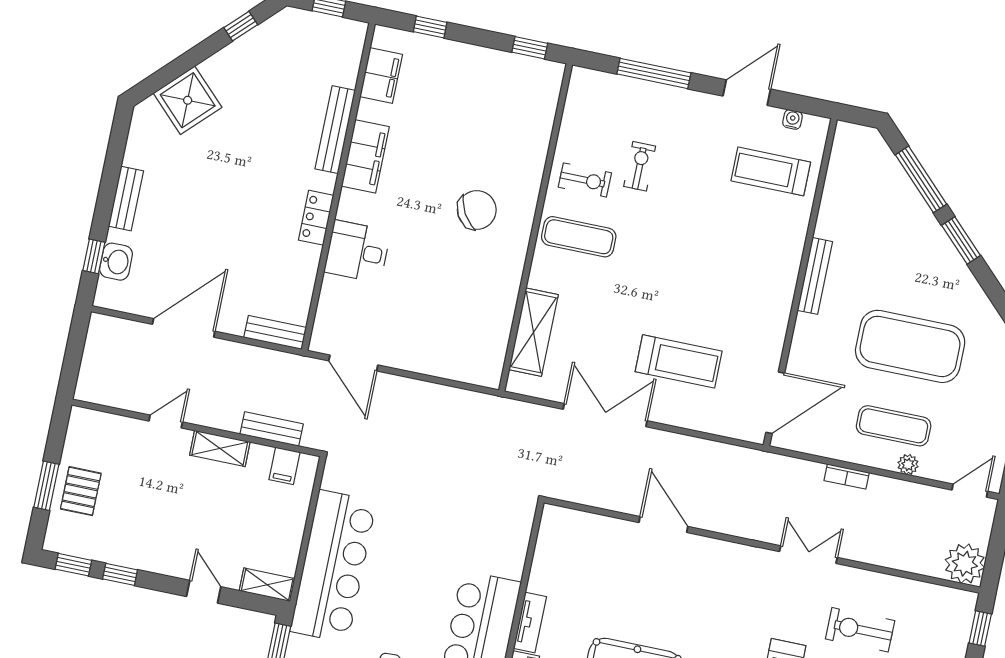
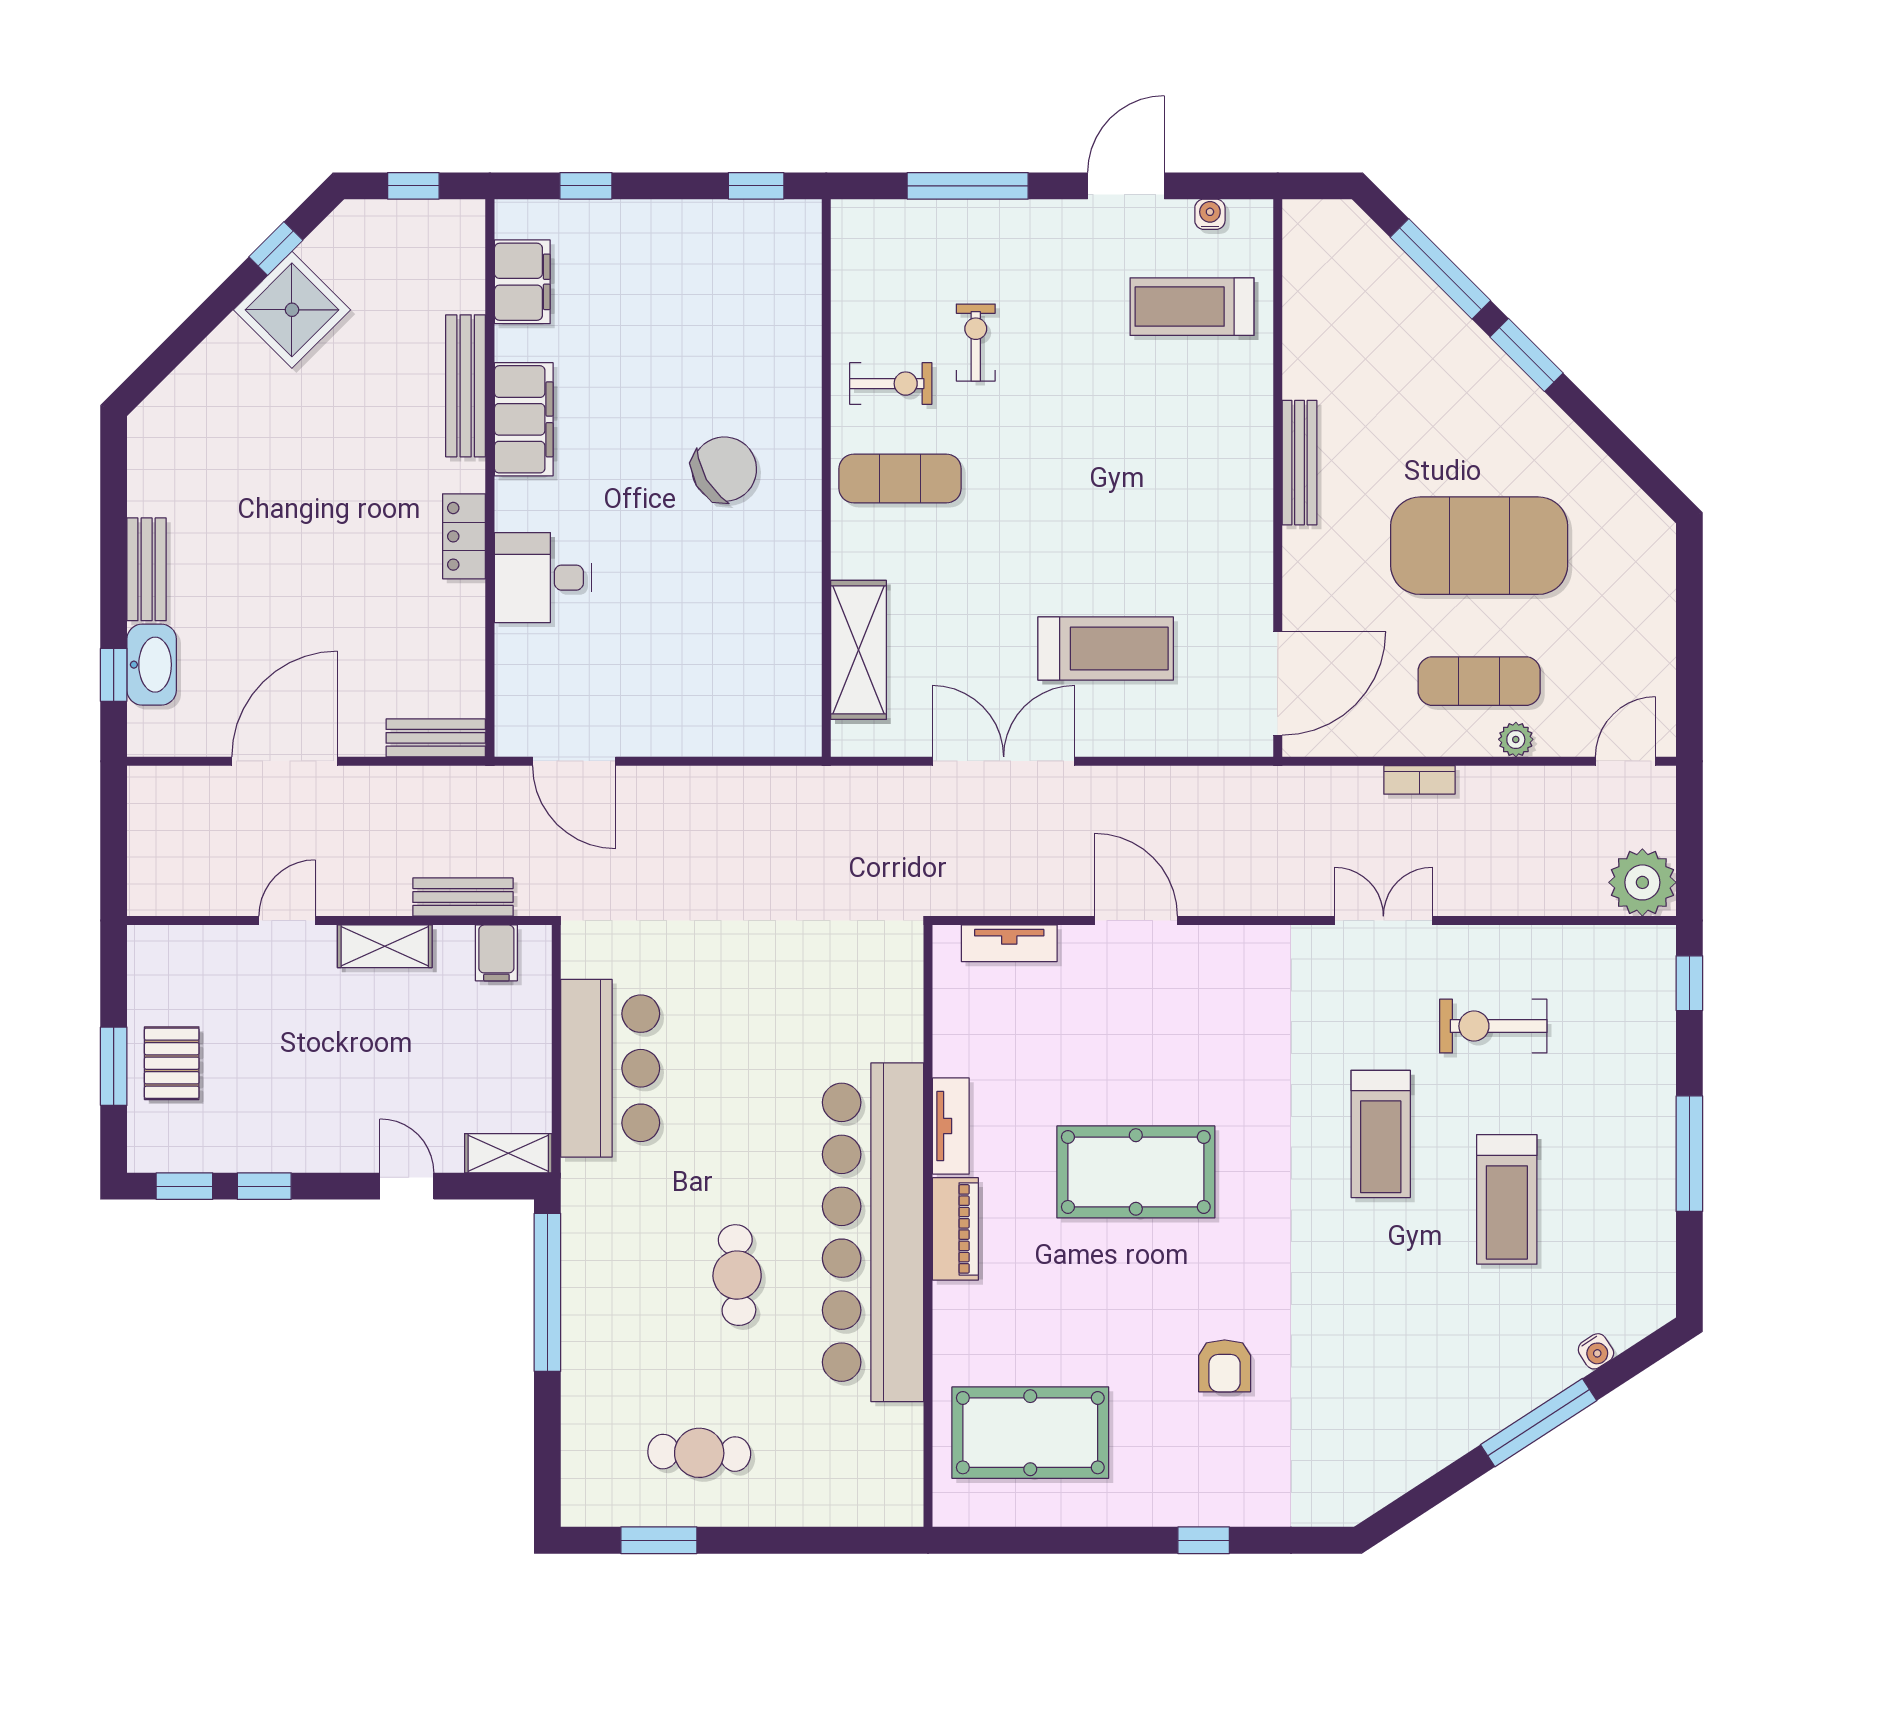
shower: (188, 100) -> (292, 310), moved
washbasin: (116, 262) -> (152, 665), width x1.38
tv unit: (586, 522) -> (1009, 943), added
bar counter: (333, 566) -> (610, 1068), width x0.73

